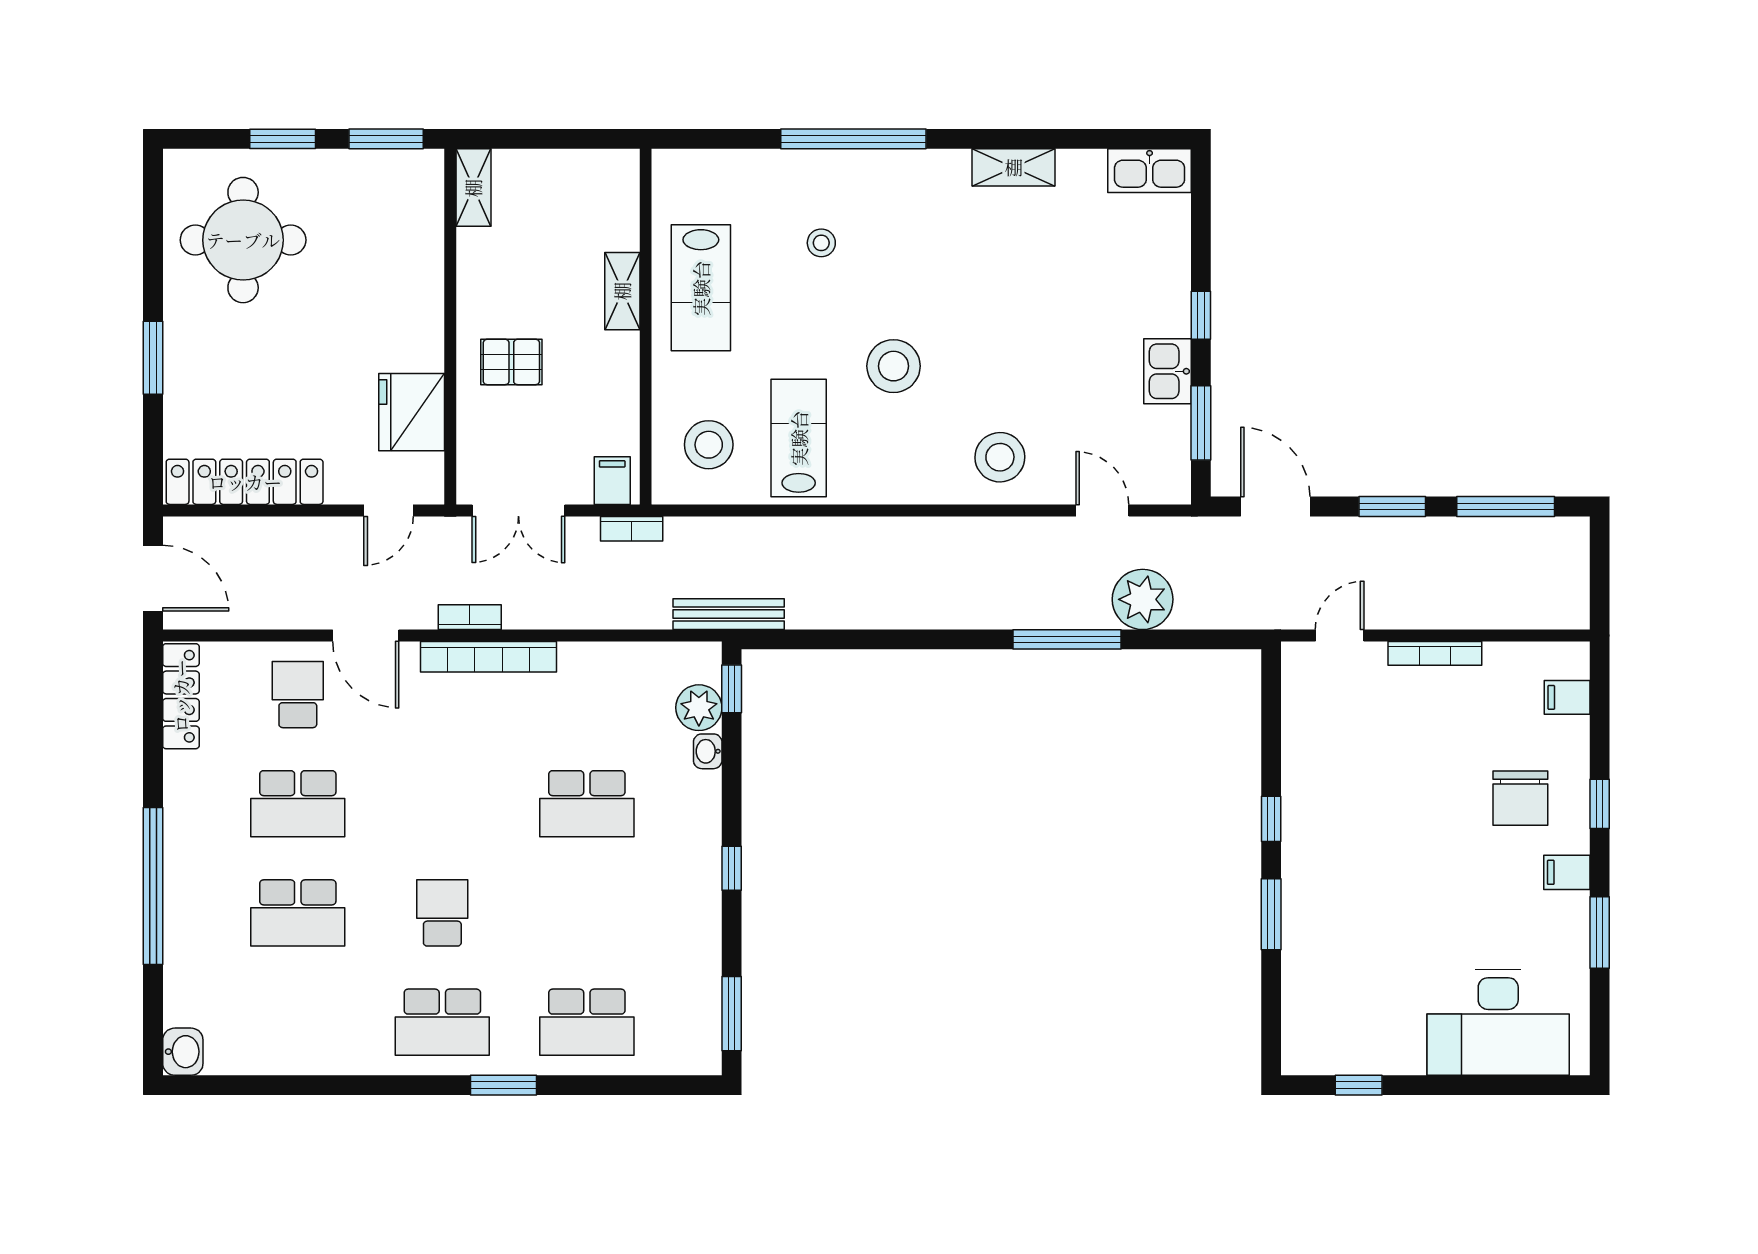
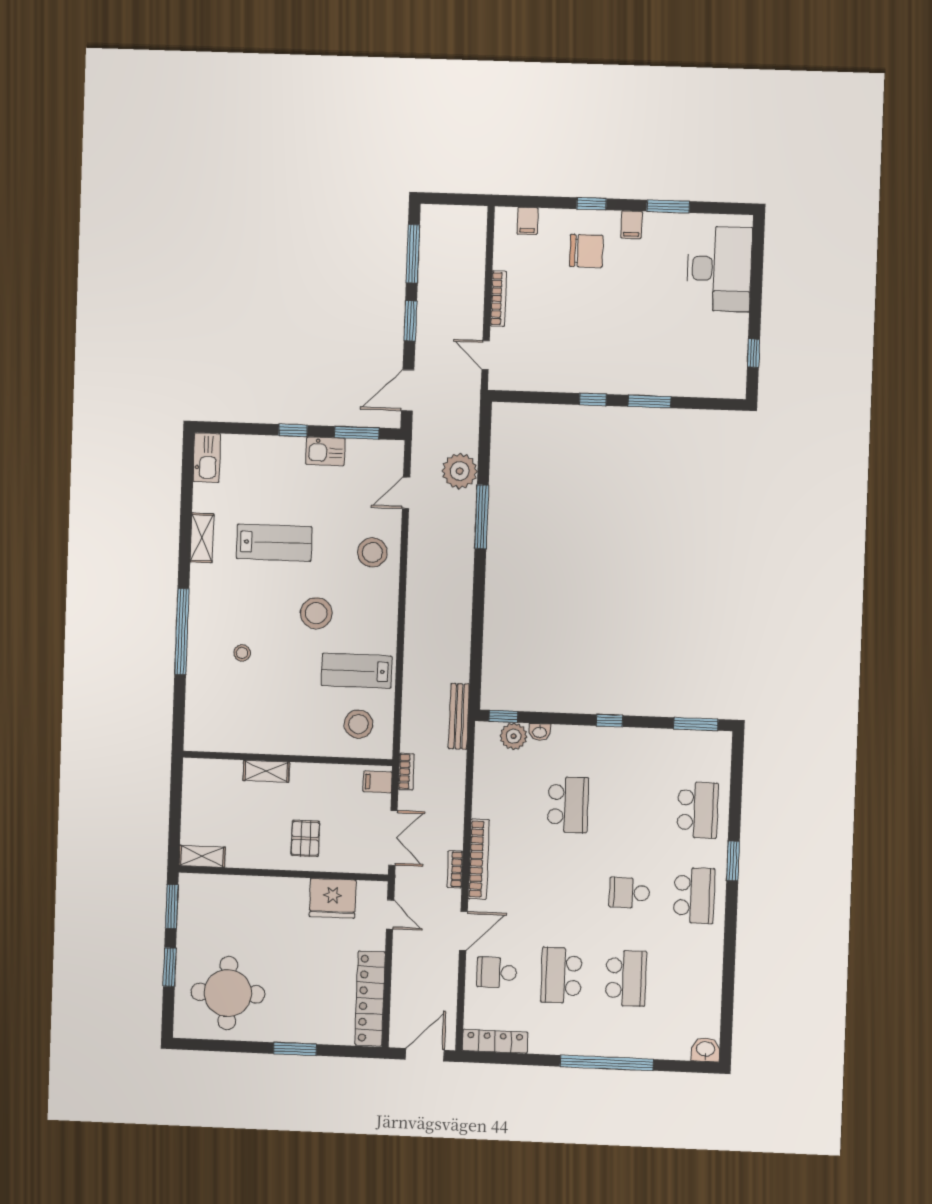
lab bench: (701, 288) -> (274, 543), moved
school desk: (298, 804) -> (561, 975), turned 180

